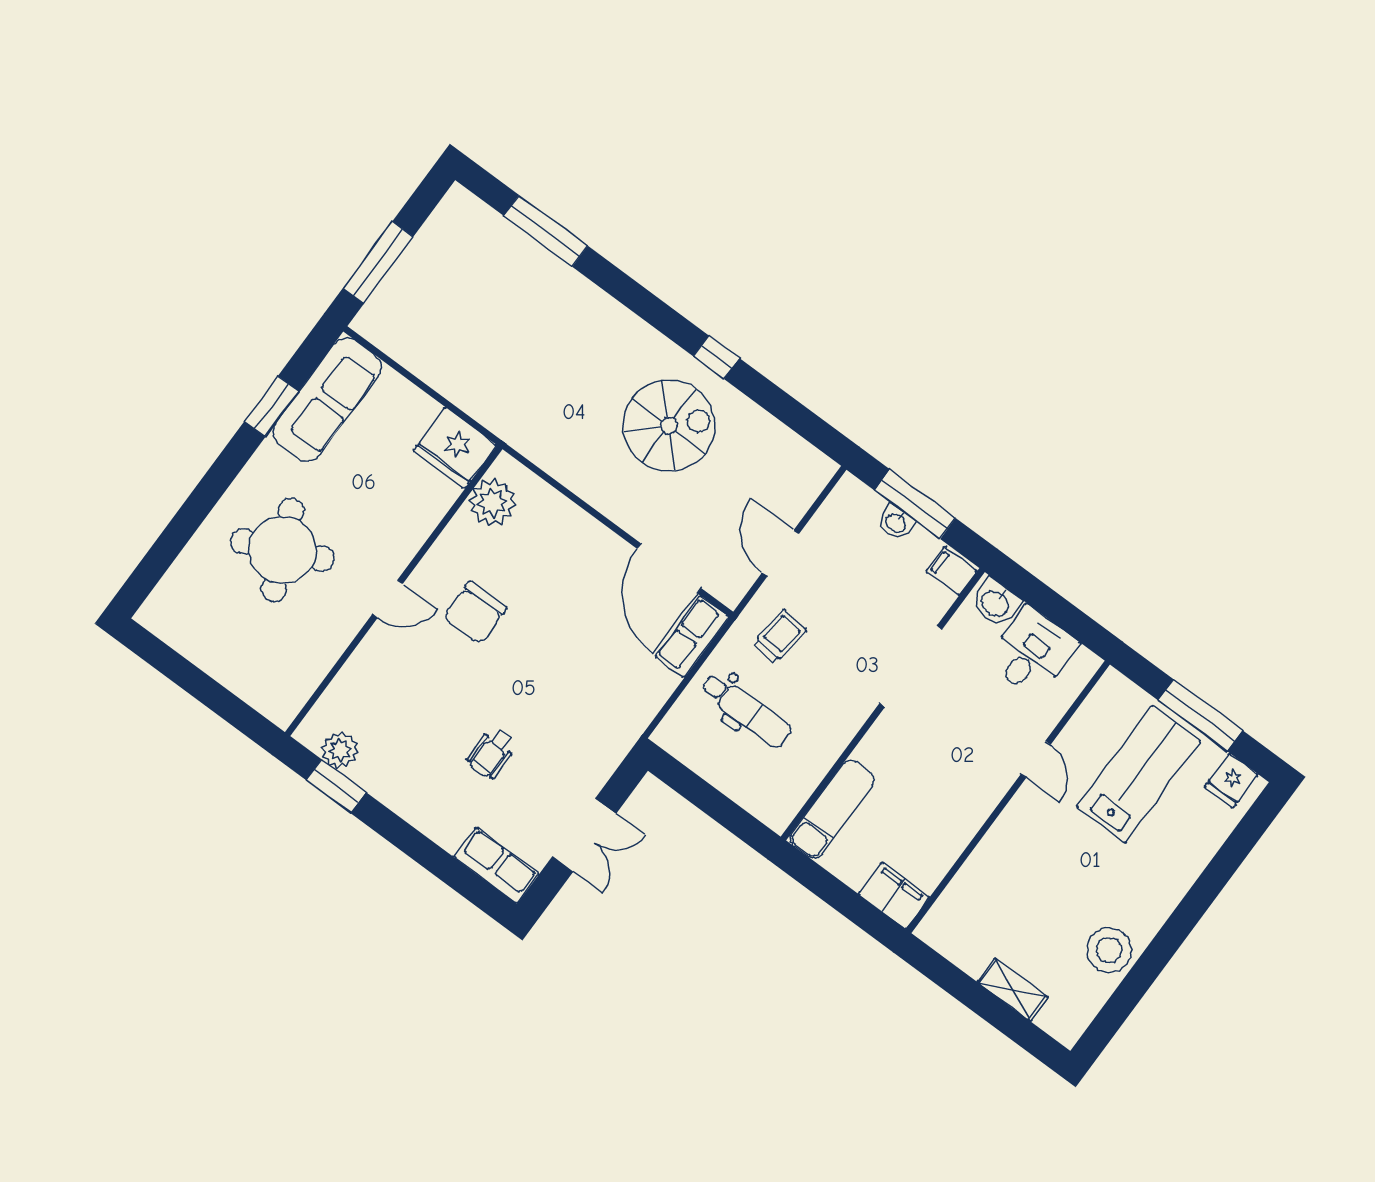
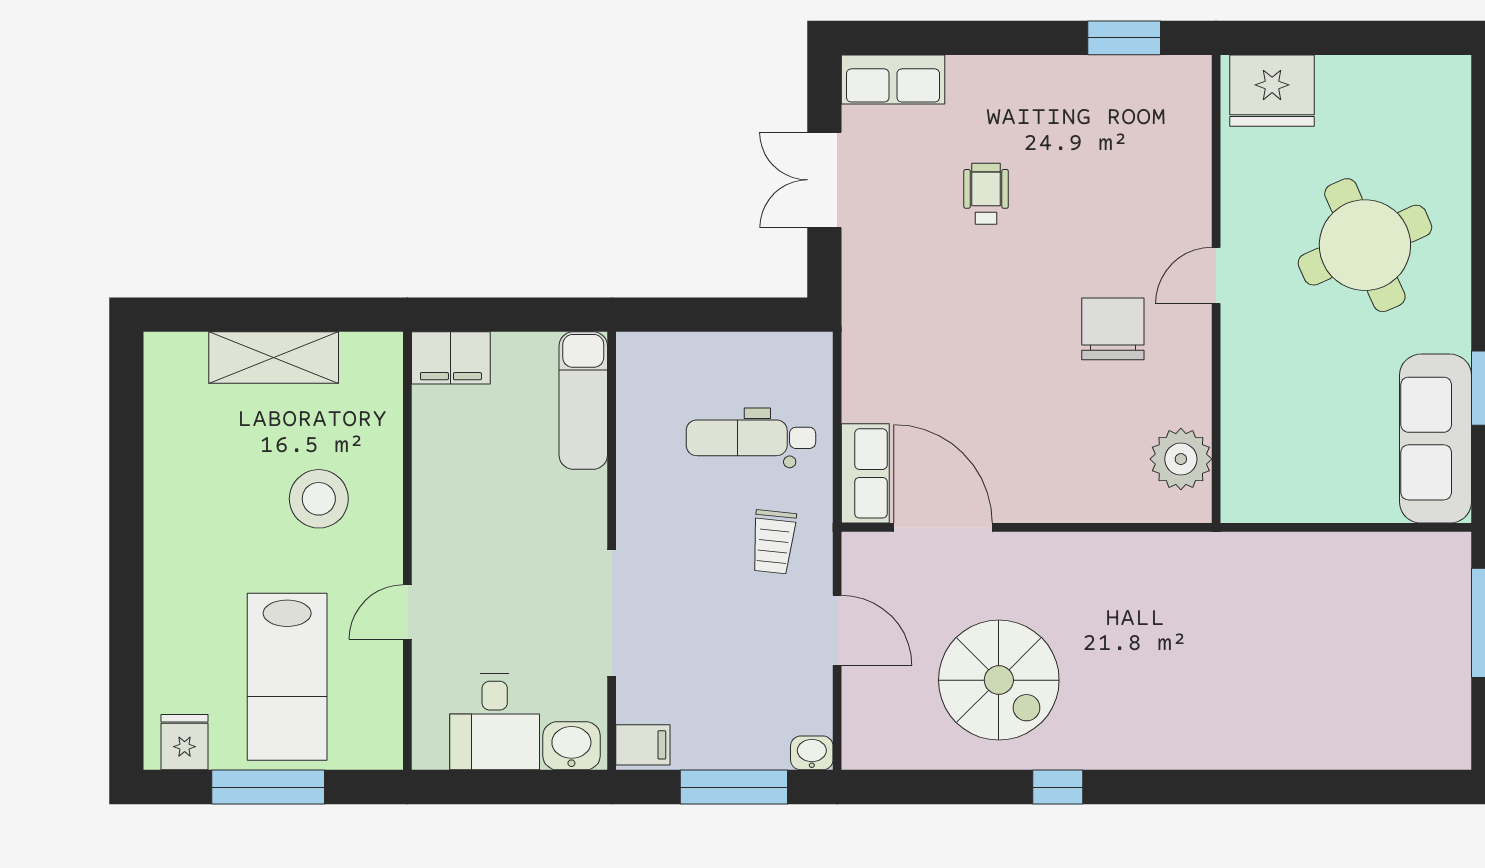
window: (546, 231) -> (1336, 787), removed
spiral stairs: (669, 426) -> (999, 680), moved, turned -90
fridge: (455, 448) -> (1272, 91), moved, turned 180
washbasin: (896, 523) -> (812, 753), moved
plant: (340, 750) -> (1148, 79), removed
door: (1036, 759) -> (407, 612), hinge flipped
stool: (1109, 950) -> (319, 499), moved
shelving: (1013, 990) -> (274, 357), width x1.50, depth x1.33

